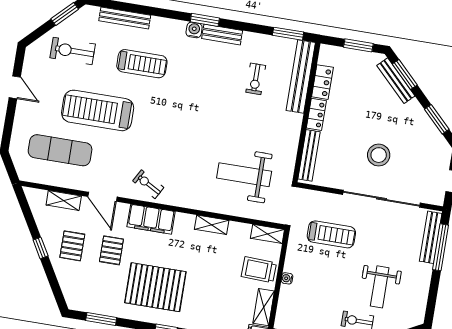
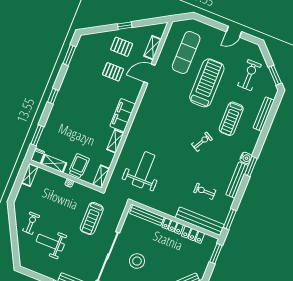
bench: (222, 35) -> (237, 180), width x1.36
window: (358, 45) -> (216, 254), moved
exercise bike: (148, 184) -> (202, 142), moved
filing cabinet: (151, 219) -> (123, 115), moved
pallet: (155, 287) -> (82, 95), removed

